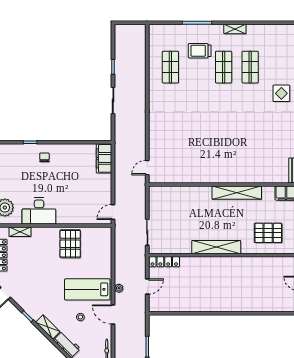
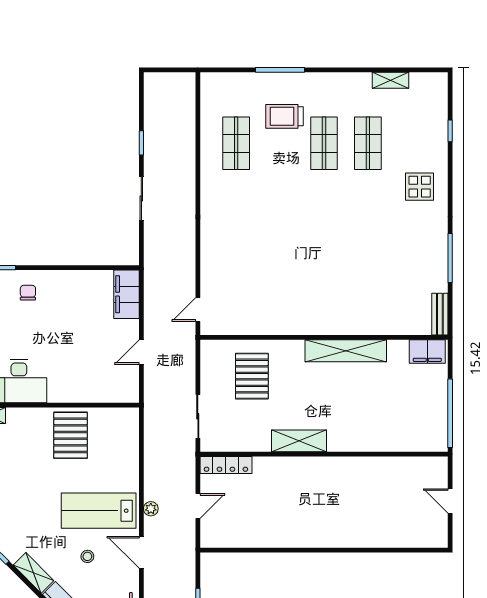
shelving: (235, 29) -> (390, 80), moved
door: (113, 212) -> (141, 352), moved
pallet: (268, 233) -> (252, 376), moved, turned 90
shelving: (216, 247) -> (299, 441), width x0.68

